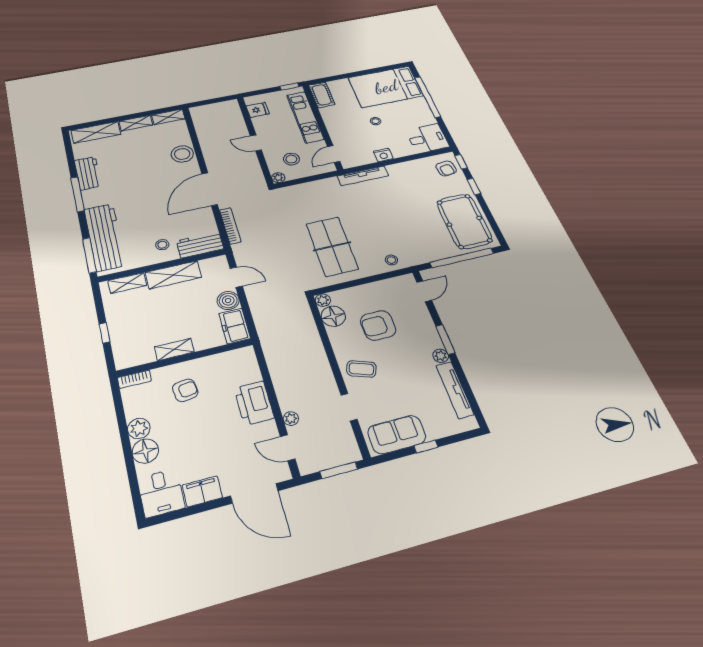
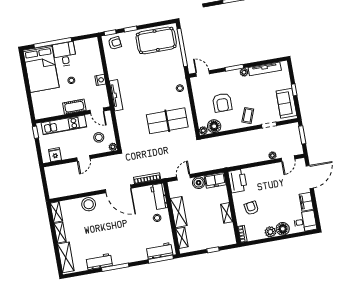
cot: (322, 95) -> (74, 107), moved
desk: (427, 138) -> (65, 54), moved
workbench: (105, 237) -> (160, 251), width x0.53, depth x0.76
printer: (254, 403) -> (238, 181), moved, turned -90

